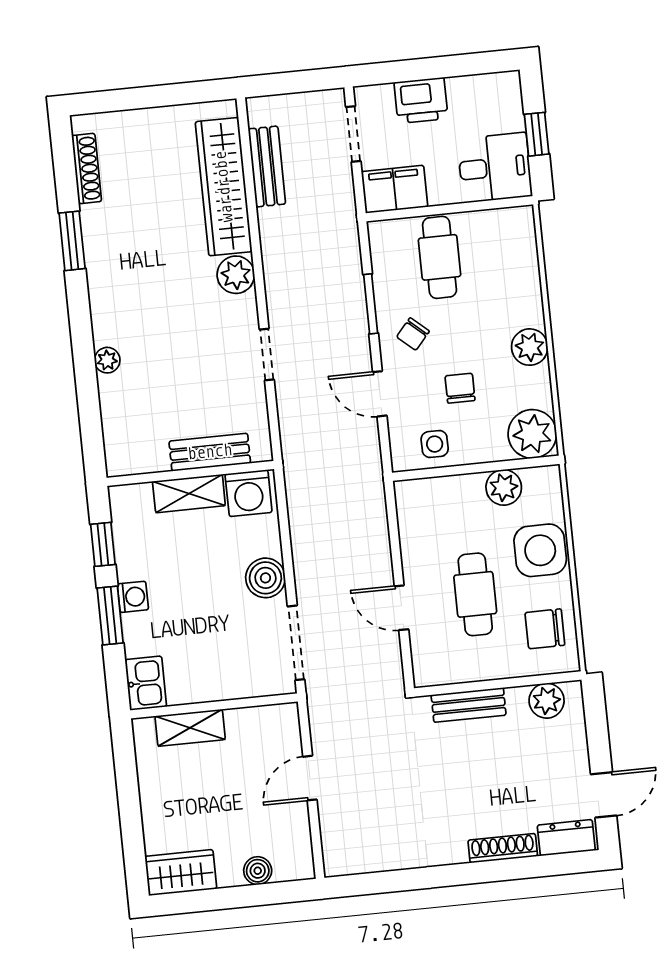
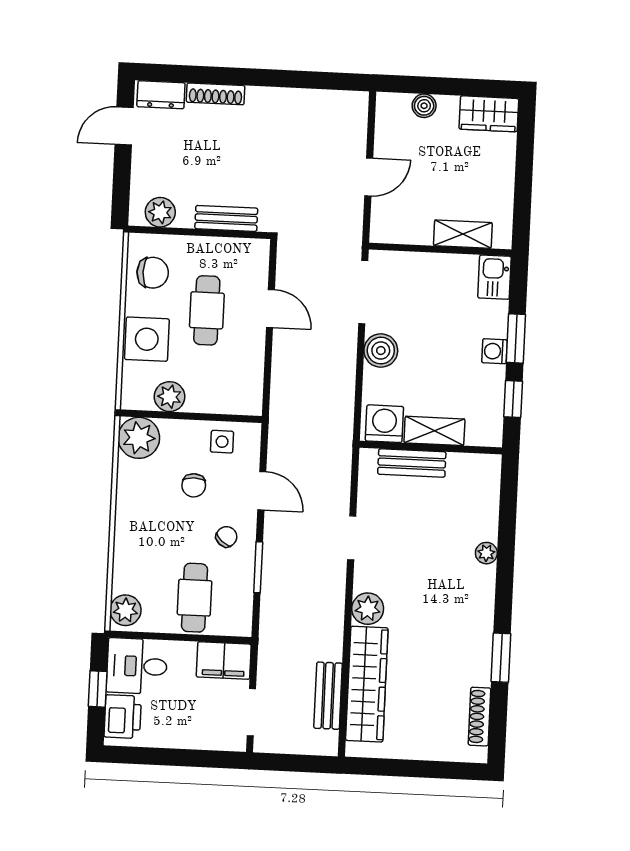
printer: (421, 100) -> (123, 717), moved, turned 90
plant: (530, 347) -> (125, 610), moved

